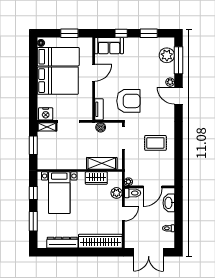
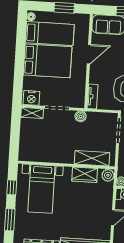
boiler: (101, 127) -> (81, 116), moved
window: (33, 145) -> (15, 133), removed
plant: (117, 193) -> (108, 175), moved

